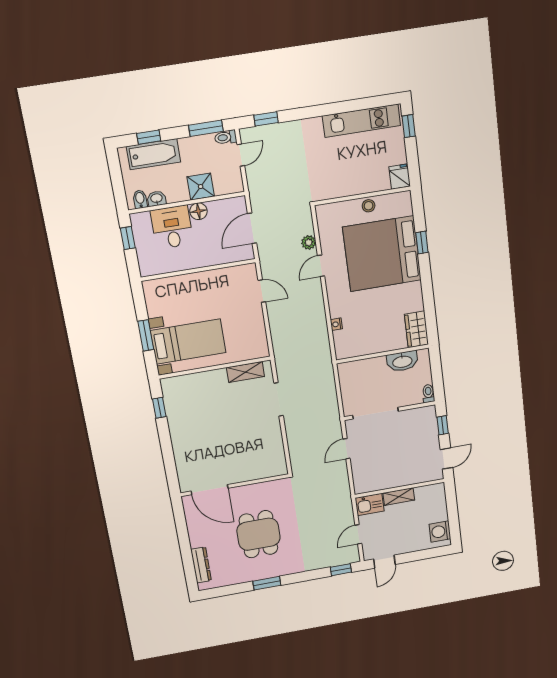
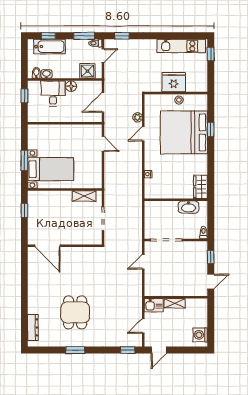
fridge: (400, 177) -> (174, 82), moved, width x1.88, depth x1.34
shower: (201, 187) -> (87, 71), moved
wall: (235, 485) -> (65, 246), moved
door: (209, 490) -> (47, 246), moved

